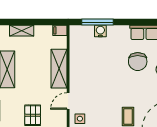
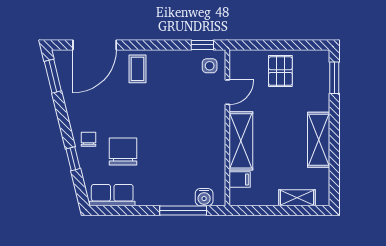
filing cabinet: (60, 30) -> (240, 180), moved
water cooler: (100, 31) -> (204, 197), moved

